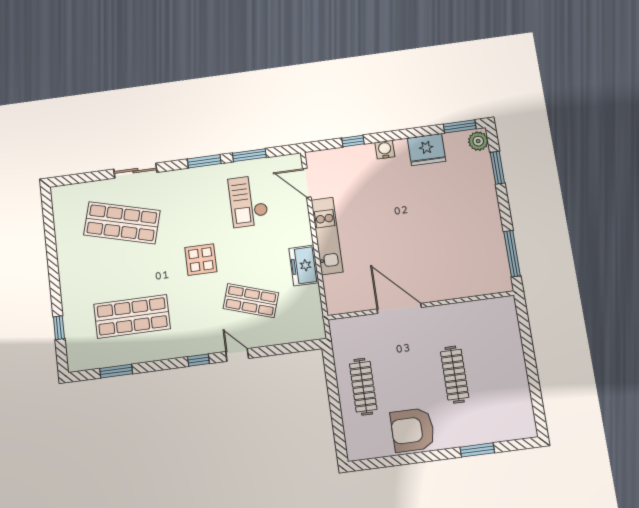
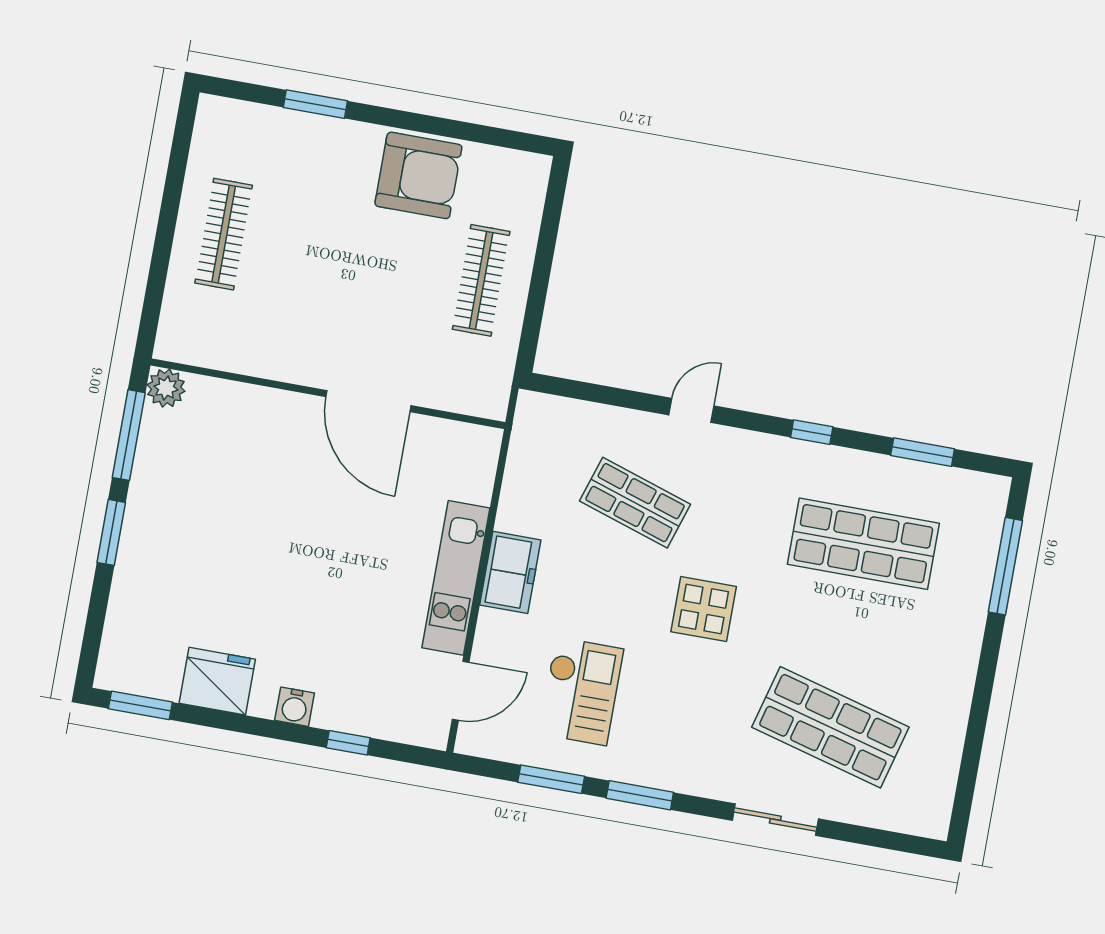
plant: (478, 141) -> (166, 388), moved
window: (497, 168) -> (111, 532), moved
door: (307, 183) -> (461, 691), hinge flipped
freezer: (304, 265) -> (510, 572), moved
window: (59, 328) -> (1005, 566), width x2.17
door: (237, 355) -> (691, 410), swing flipped
window: (198, 360) -> (812, 432), moved
clothes rail: (455, 375) -> (224, 234), moved

